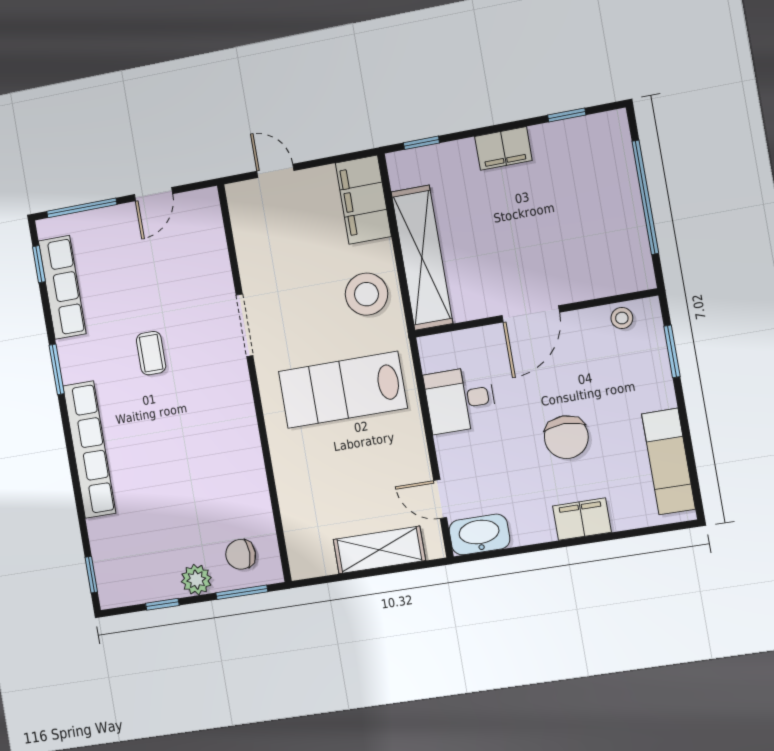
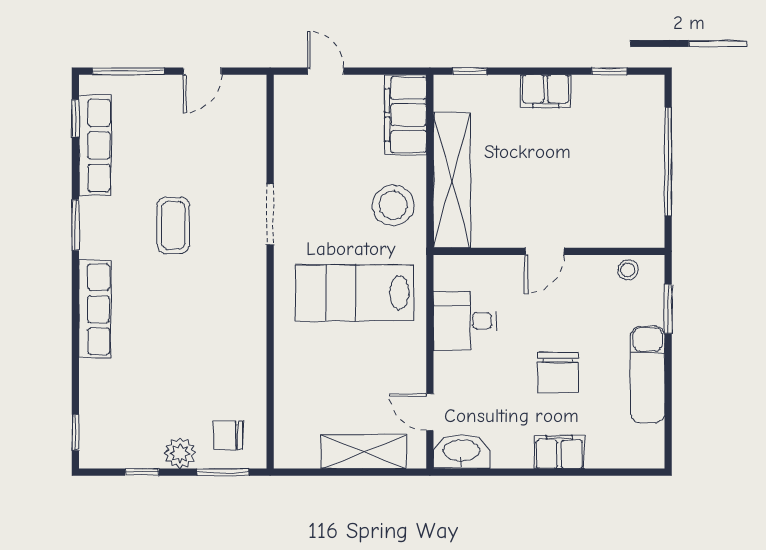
door: (531, 314) -> (545, 251), width x0.73
coffee table: (151, 353) -> (173, 225), width x1.36, depth x1.30
row of seats: (89, 449) -> (95, 309), width x0.73
exam couch: (668, 462) -> (648, 374), moved

